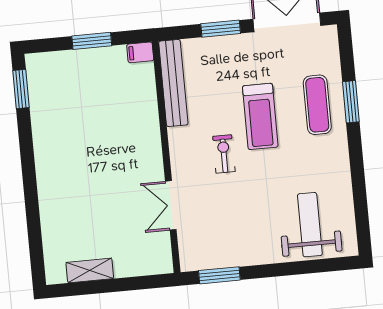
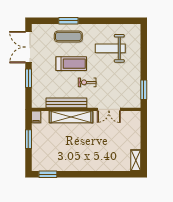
bench: (173, 83) -> (66, 103), moved
shelving: (147, 127) -> (71, 117), added
weight bench: (310, 225) -> (110, 48), moved
shelving: (90, 270) -> (136, 160), moved

